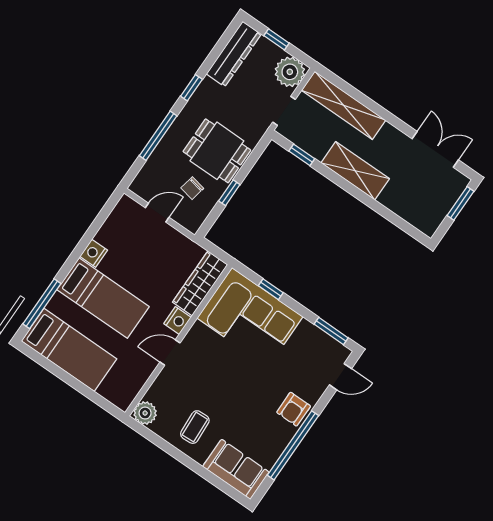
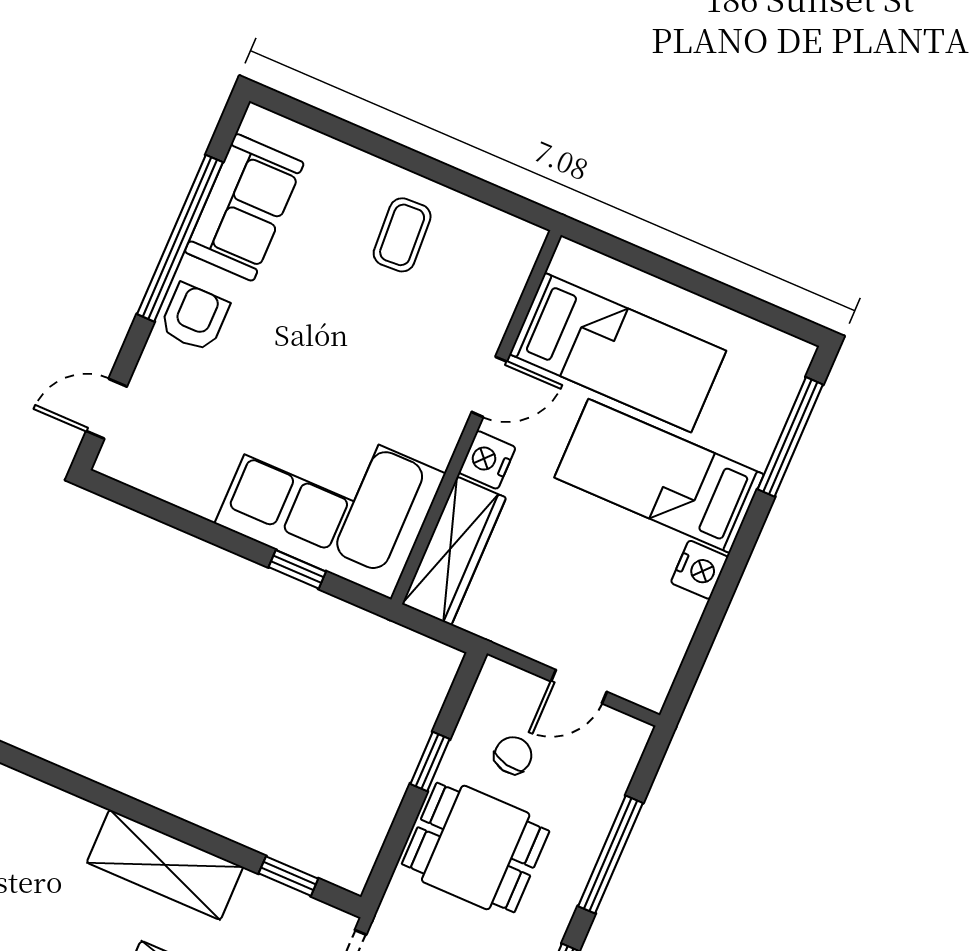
window: (331, 331) -> (147, 505), removed
bed: (69, 350) -> (618, 352), moved, turned 180
plant: (145, 413) -> (517, 244), removed
sofa: (236, 469) -> (244, 207), moved, turned -90

